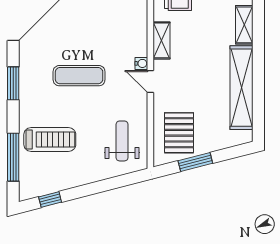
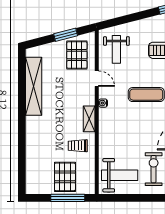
shelving: (244, 25) -> (32, 130), removed
door: (150, 82) -> (97, 79), moved

